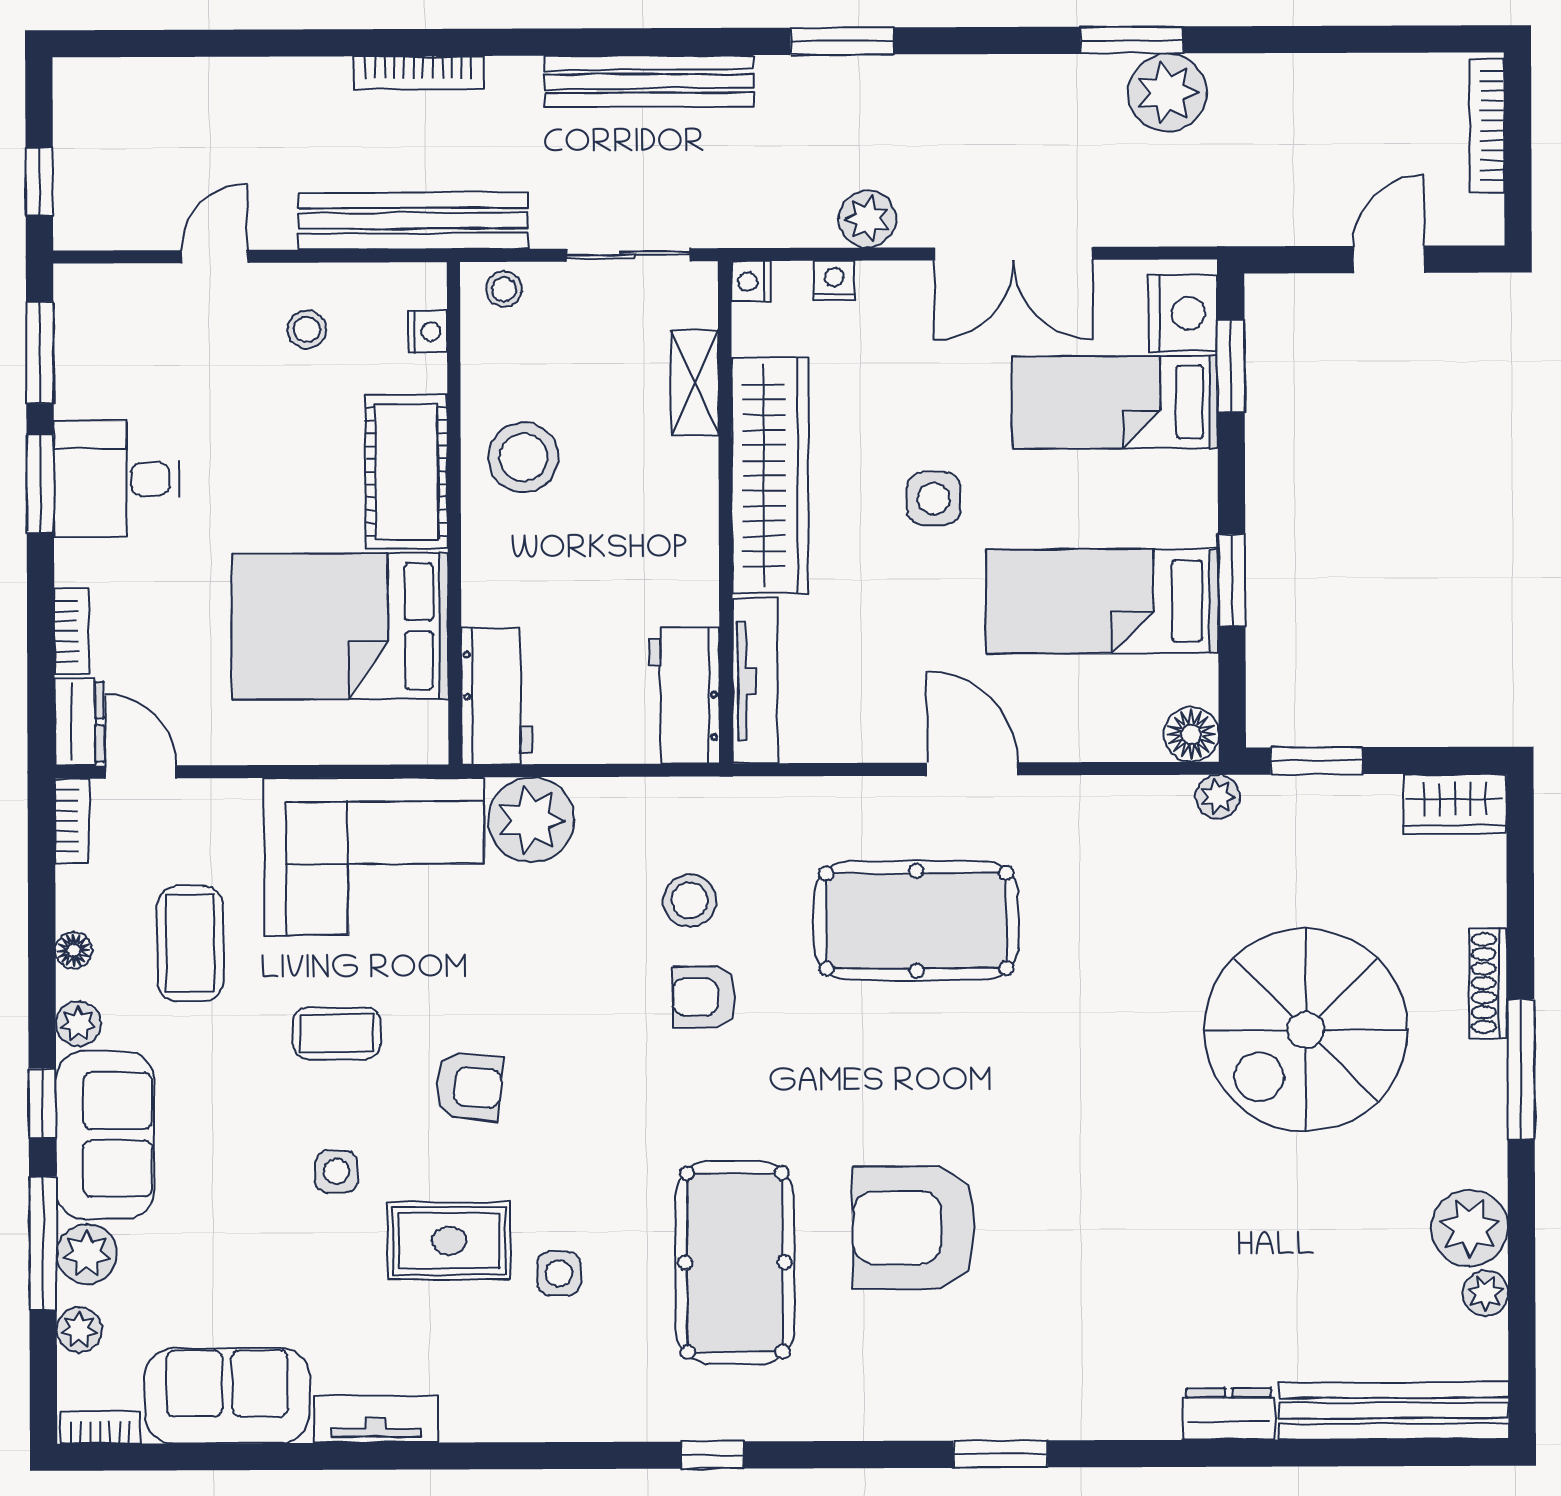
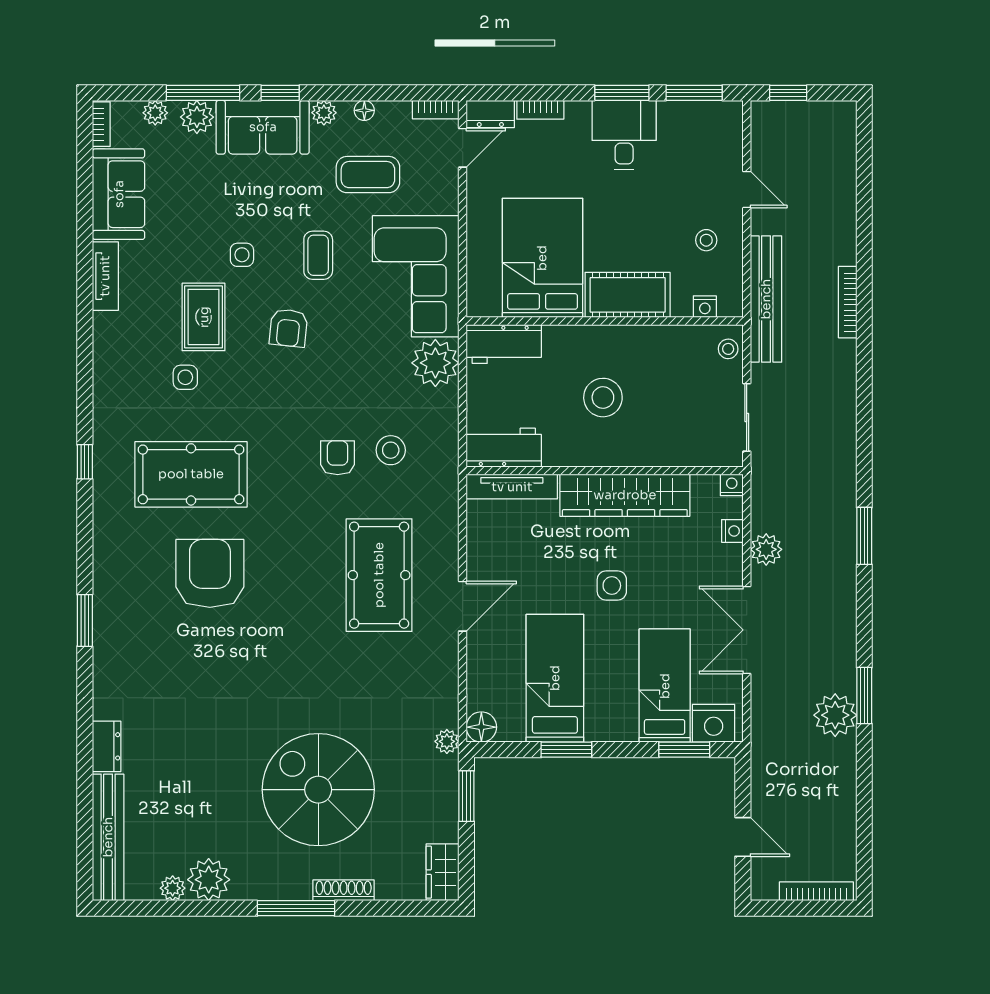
bench: (649, 81) -> (842, 429), removed
shelving: (695, 383) -> (676, 454), removed
stool: (524, 457) -> (603, 398), moved

